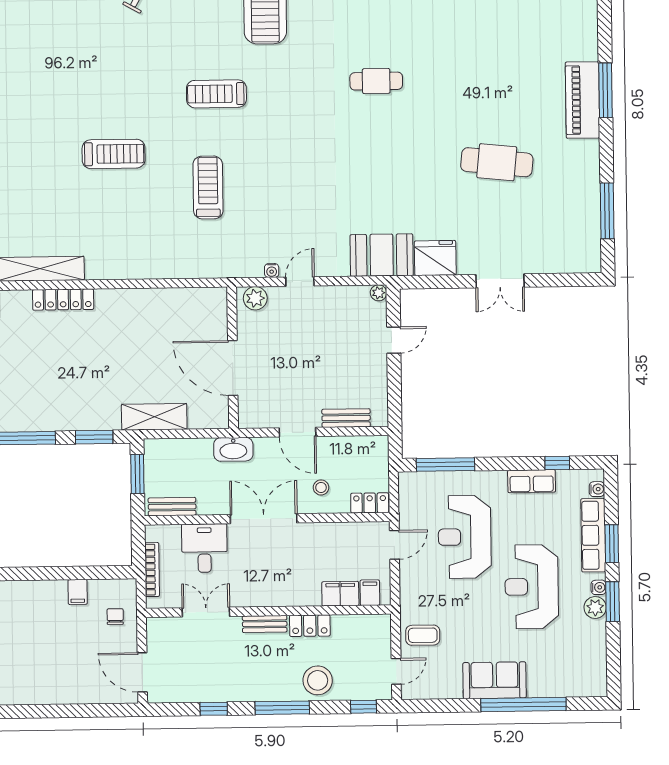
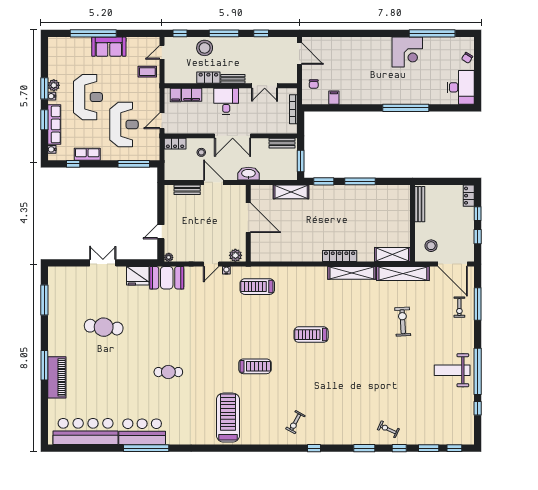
piano: (582, 100) -> (57, 377), moved
treadmill: (208, 187) -> (257, 287), moved, turned 90
desk: (204, 548) -> (226, 101), moved, turned 180

